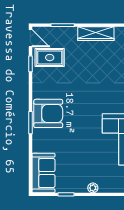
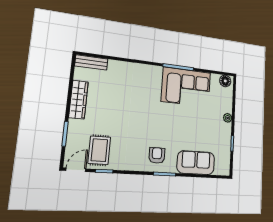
armchair: (48, 113) -> (157, 155), width x0.53, depth x0.53
sofa: (43, 173) -> (196, 163), moved

